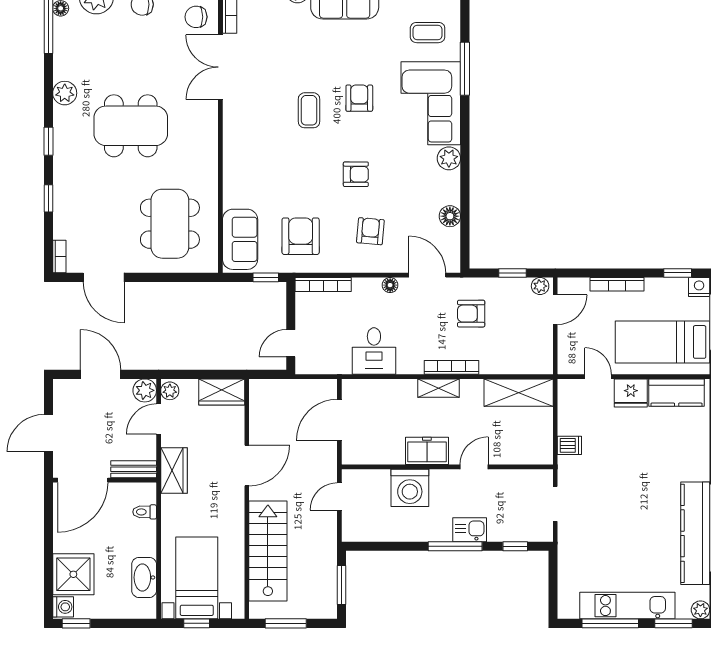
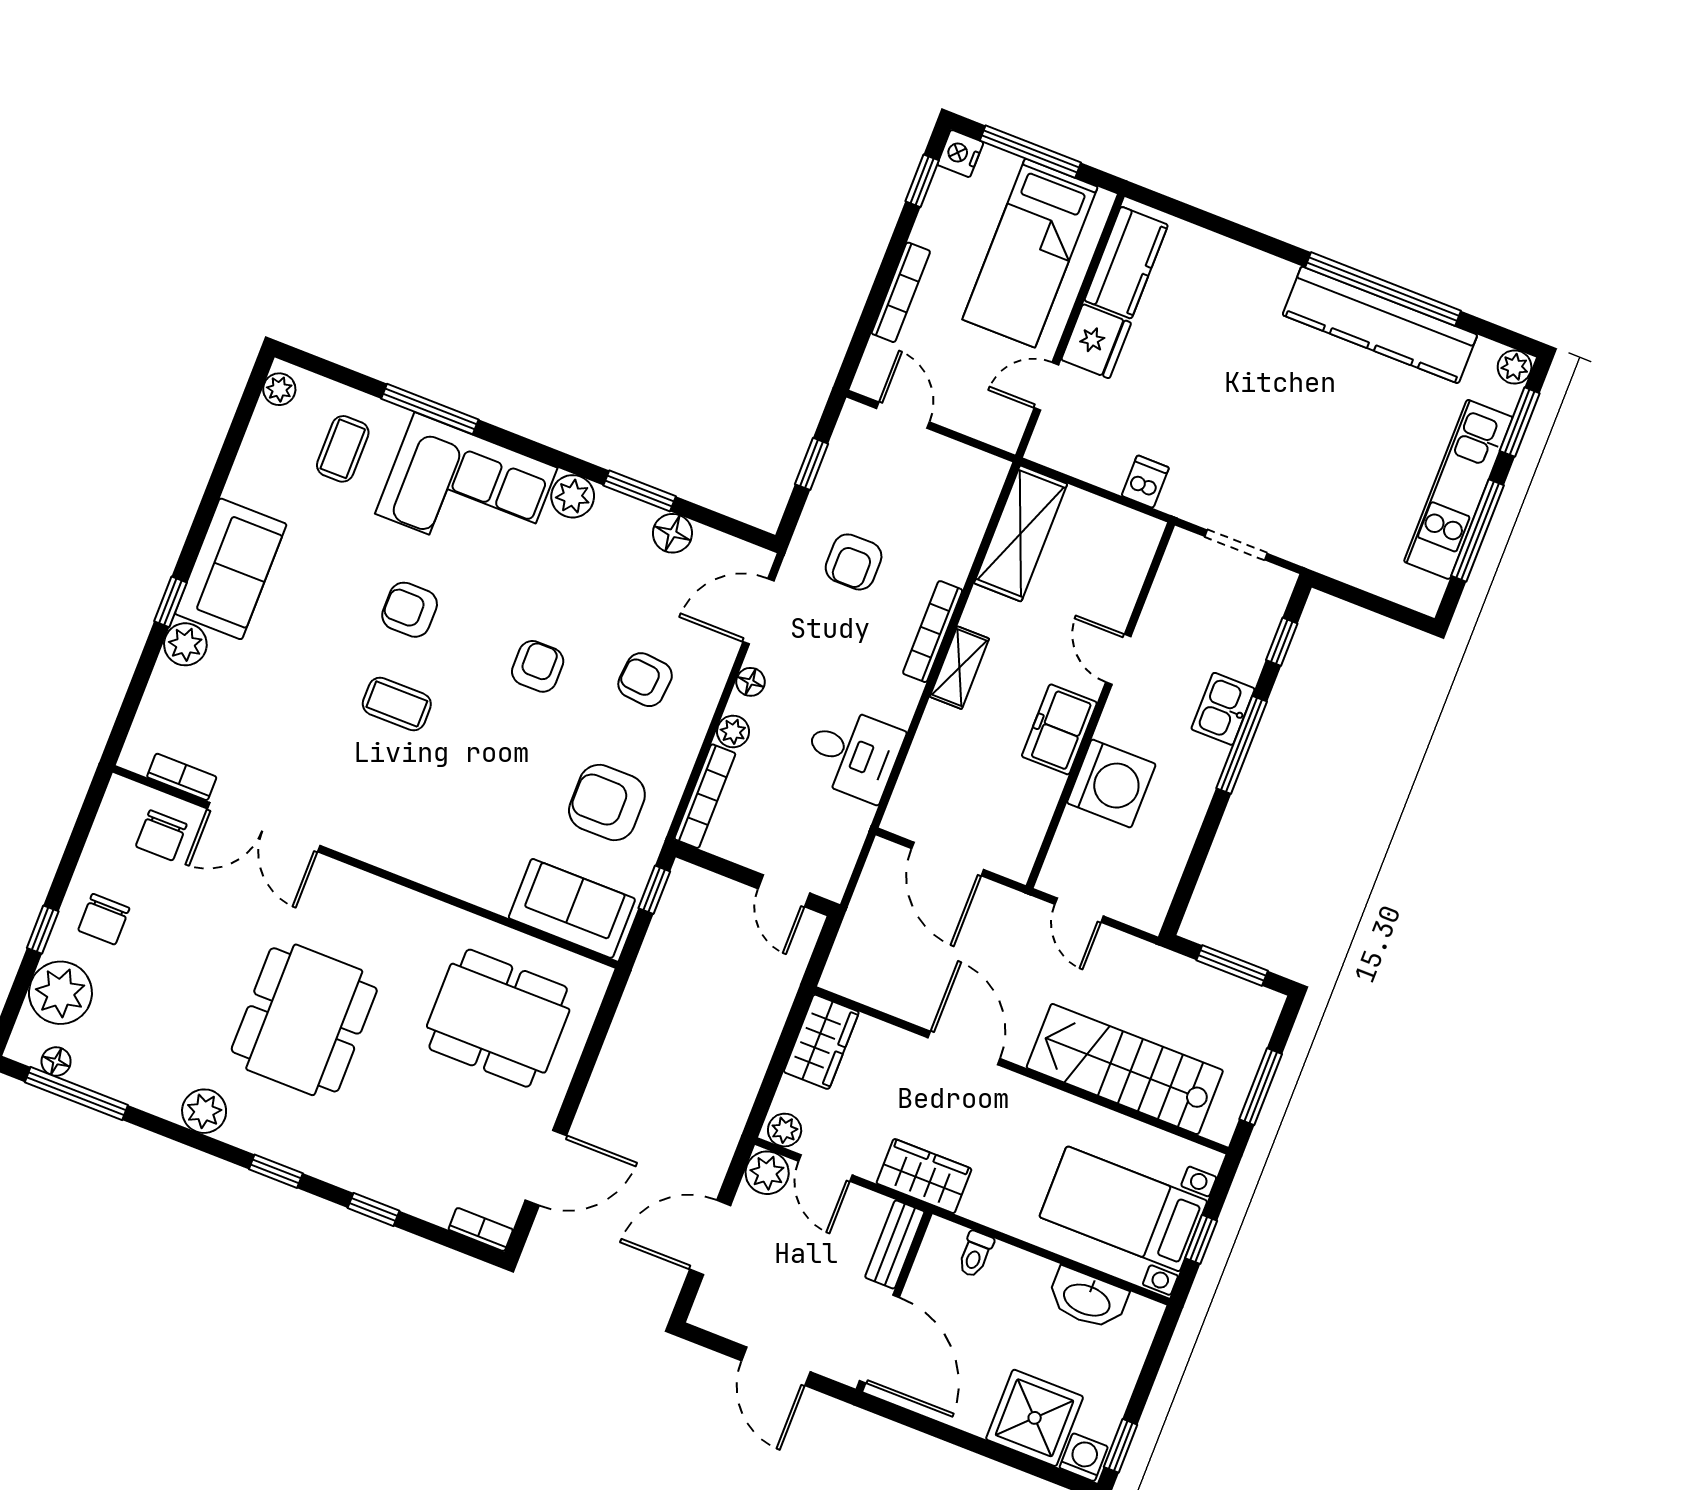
window: (465, 191) -> (640, 491), added
plant: (540, 286) -> (733, 732), moved

